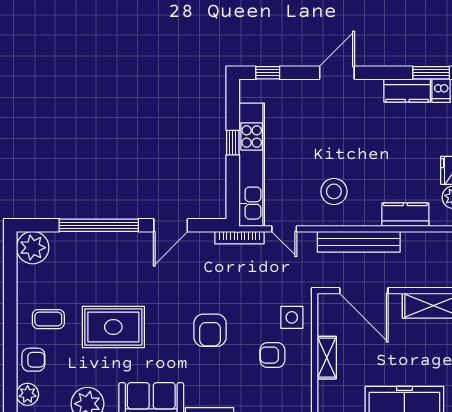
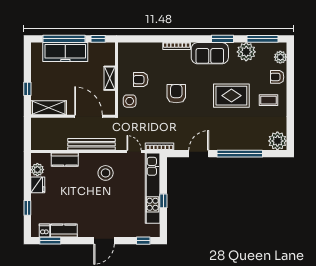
armchair: (272, 355) -> (141, 80), turned 180

